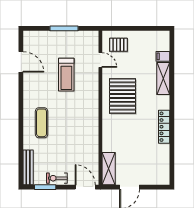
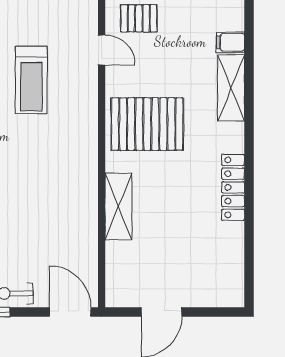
pallet: (123, 96) -> (147, 124), turned 90
shelving: (109, 169) -> (118, 207), moved

